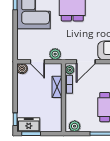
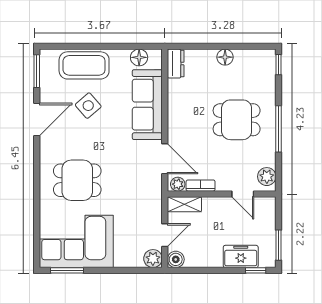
plant: (55, 54) -> (153, 259), moved
shelving: (57, 87) -> (184, 204), moved
door: (64, 111) -> (243, 194), added
freezer: (29, 125) -> (241, 256), moved, turned 90

